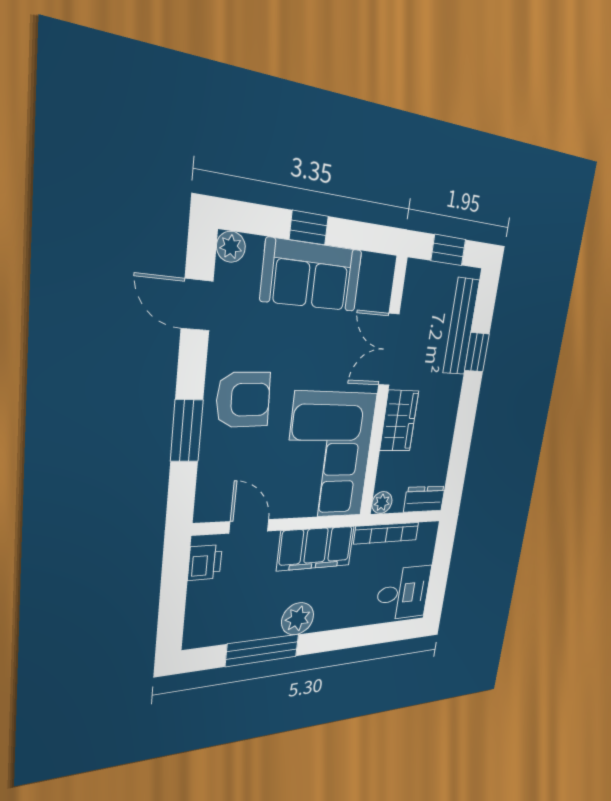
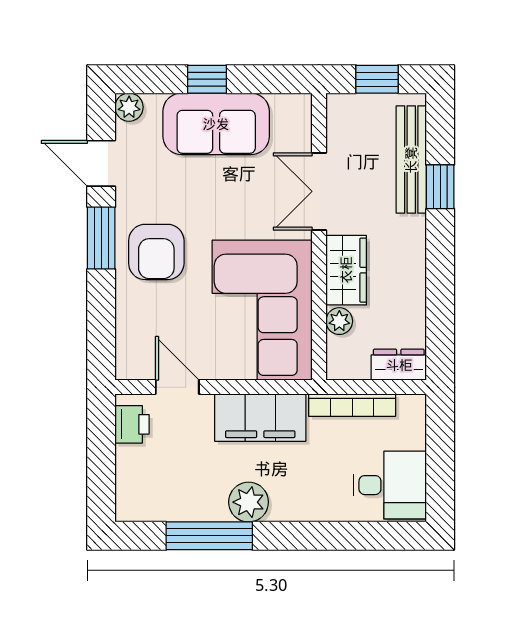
armchair: (243, 400) -> (156, 252), turned 93
window: (187, 431) -> (101, 238), moved
plant: (382, 503) -> (339, 321), moved

